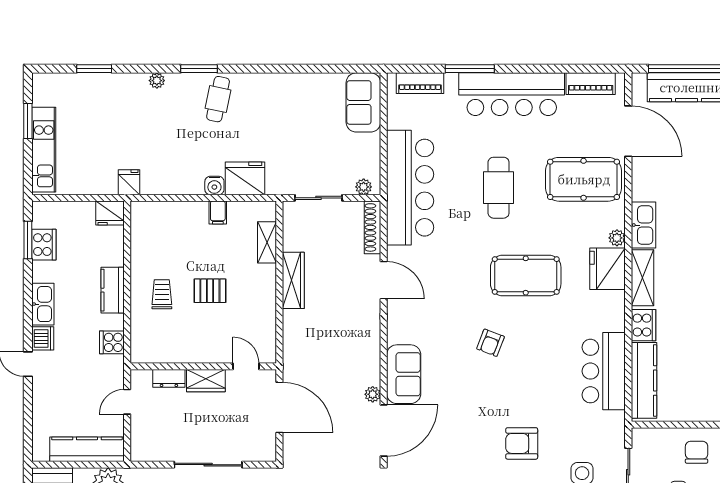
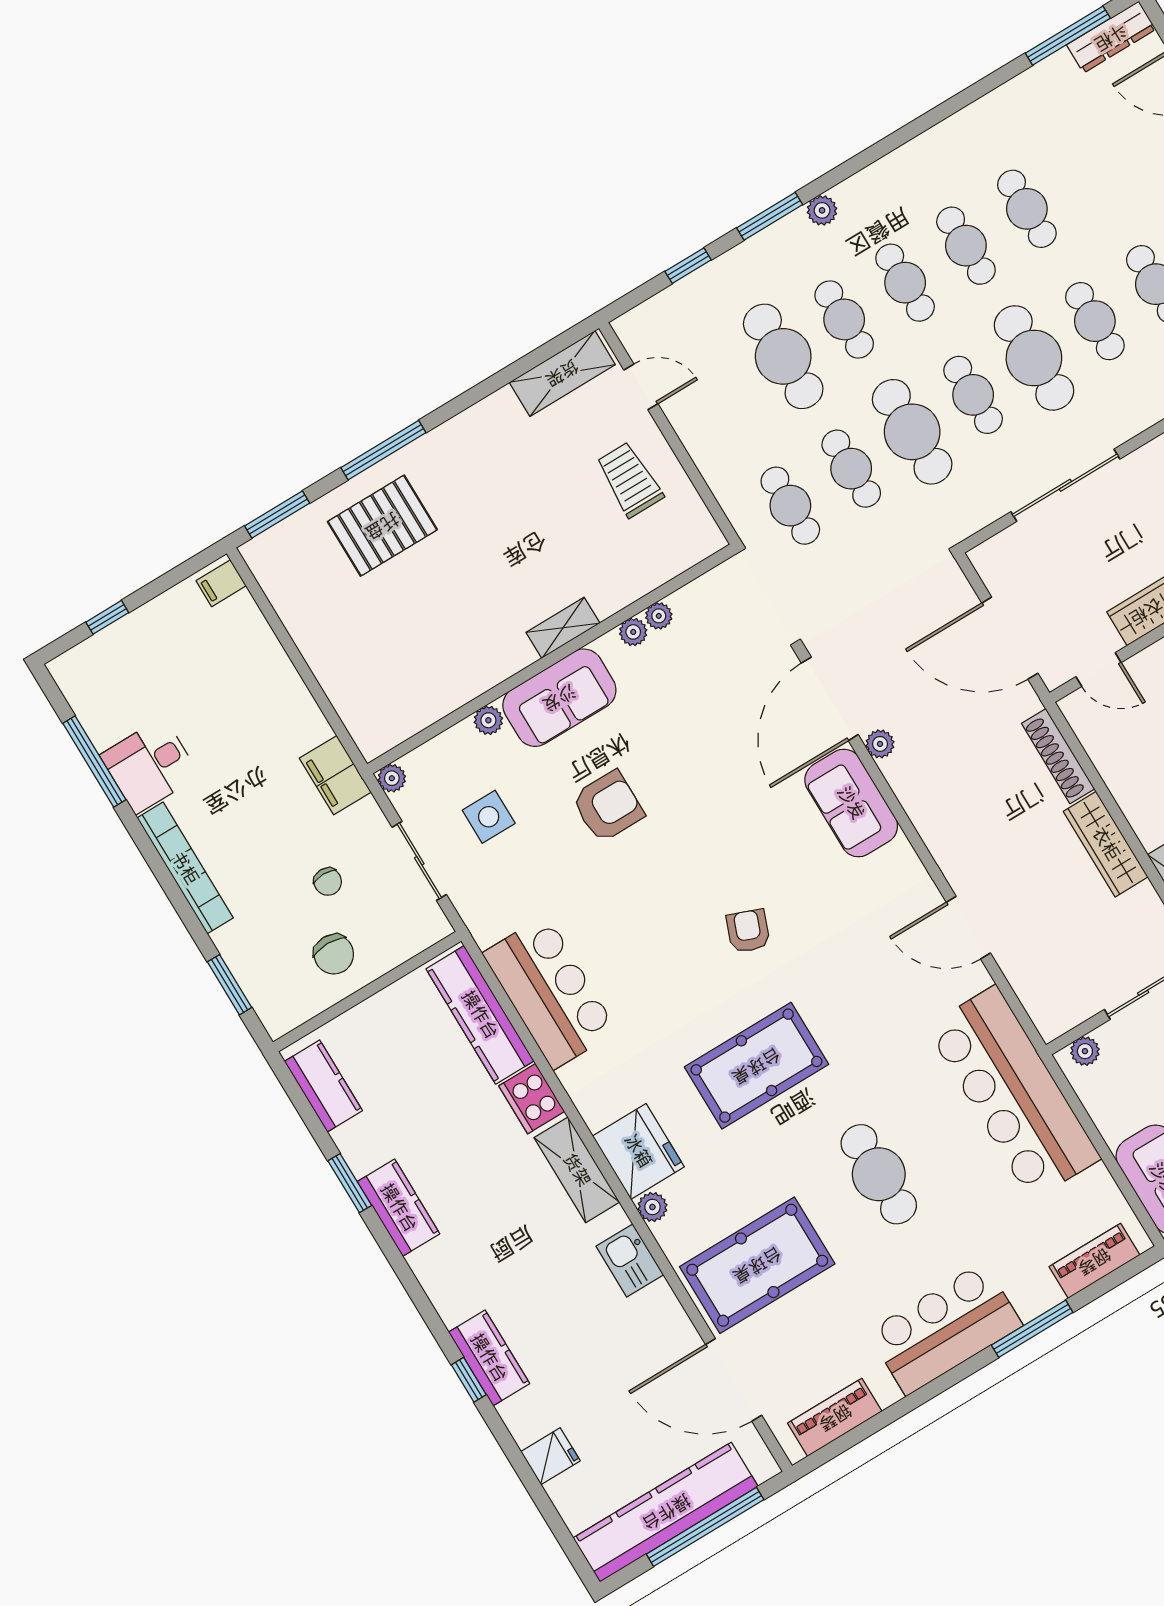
bar counter: (512, 94) -> (945, 1329), width x0.73
kitchen sink: (643, 225) -> (630, 1260), width x0.73
shoe rack: (372, 227) -> (1058, 756), moved, turned 180

